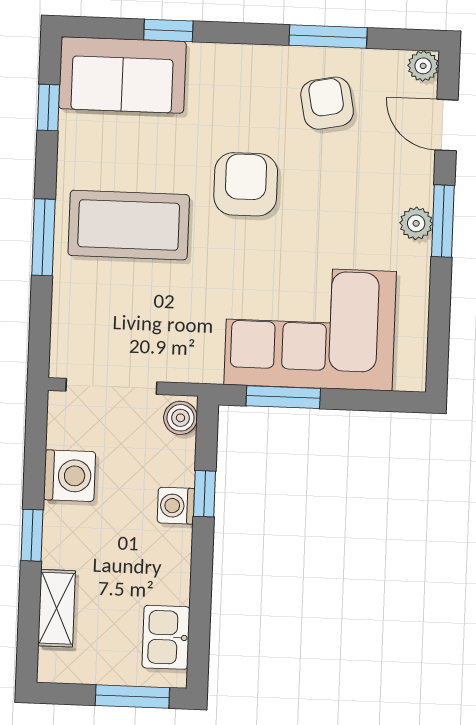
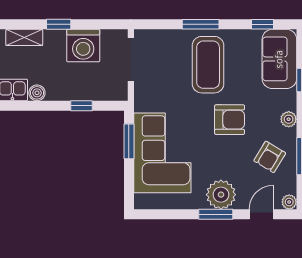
plant: (249, 60) -> (289, 119), added
armchair: (327, 103) -> (270, 157), turned 132
plant: (416, 223) -> (221, 195), width x1.87, depth x1.87
boiler: (180, 418) -> (37, 93), moved
washing machine: (70, 476) -> (83, 46), width x1.37, depth x1.37
washing machine: (176, 506) -> (75, 92), removed

